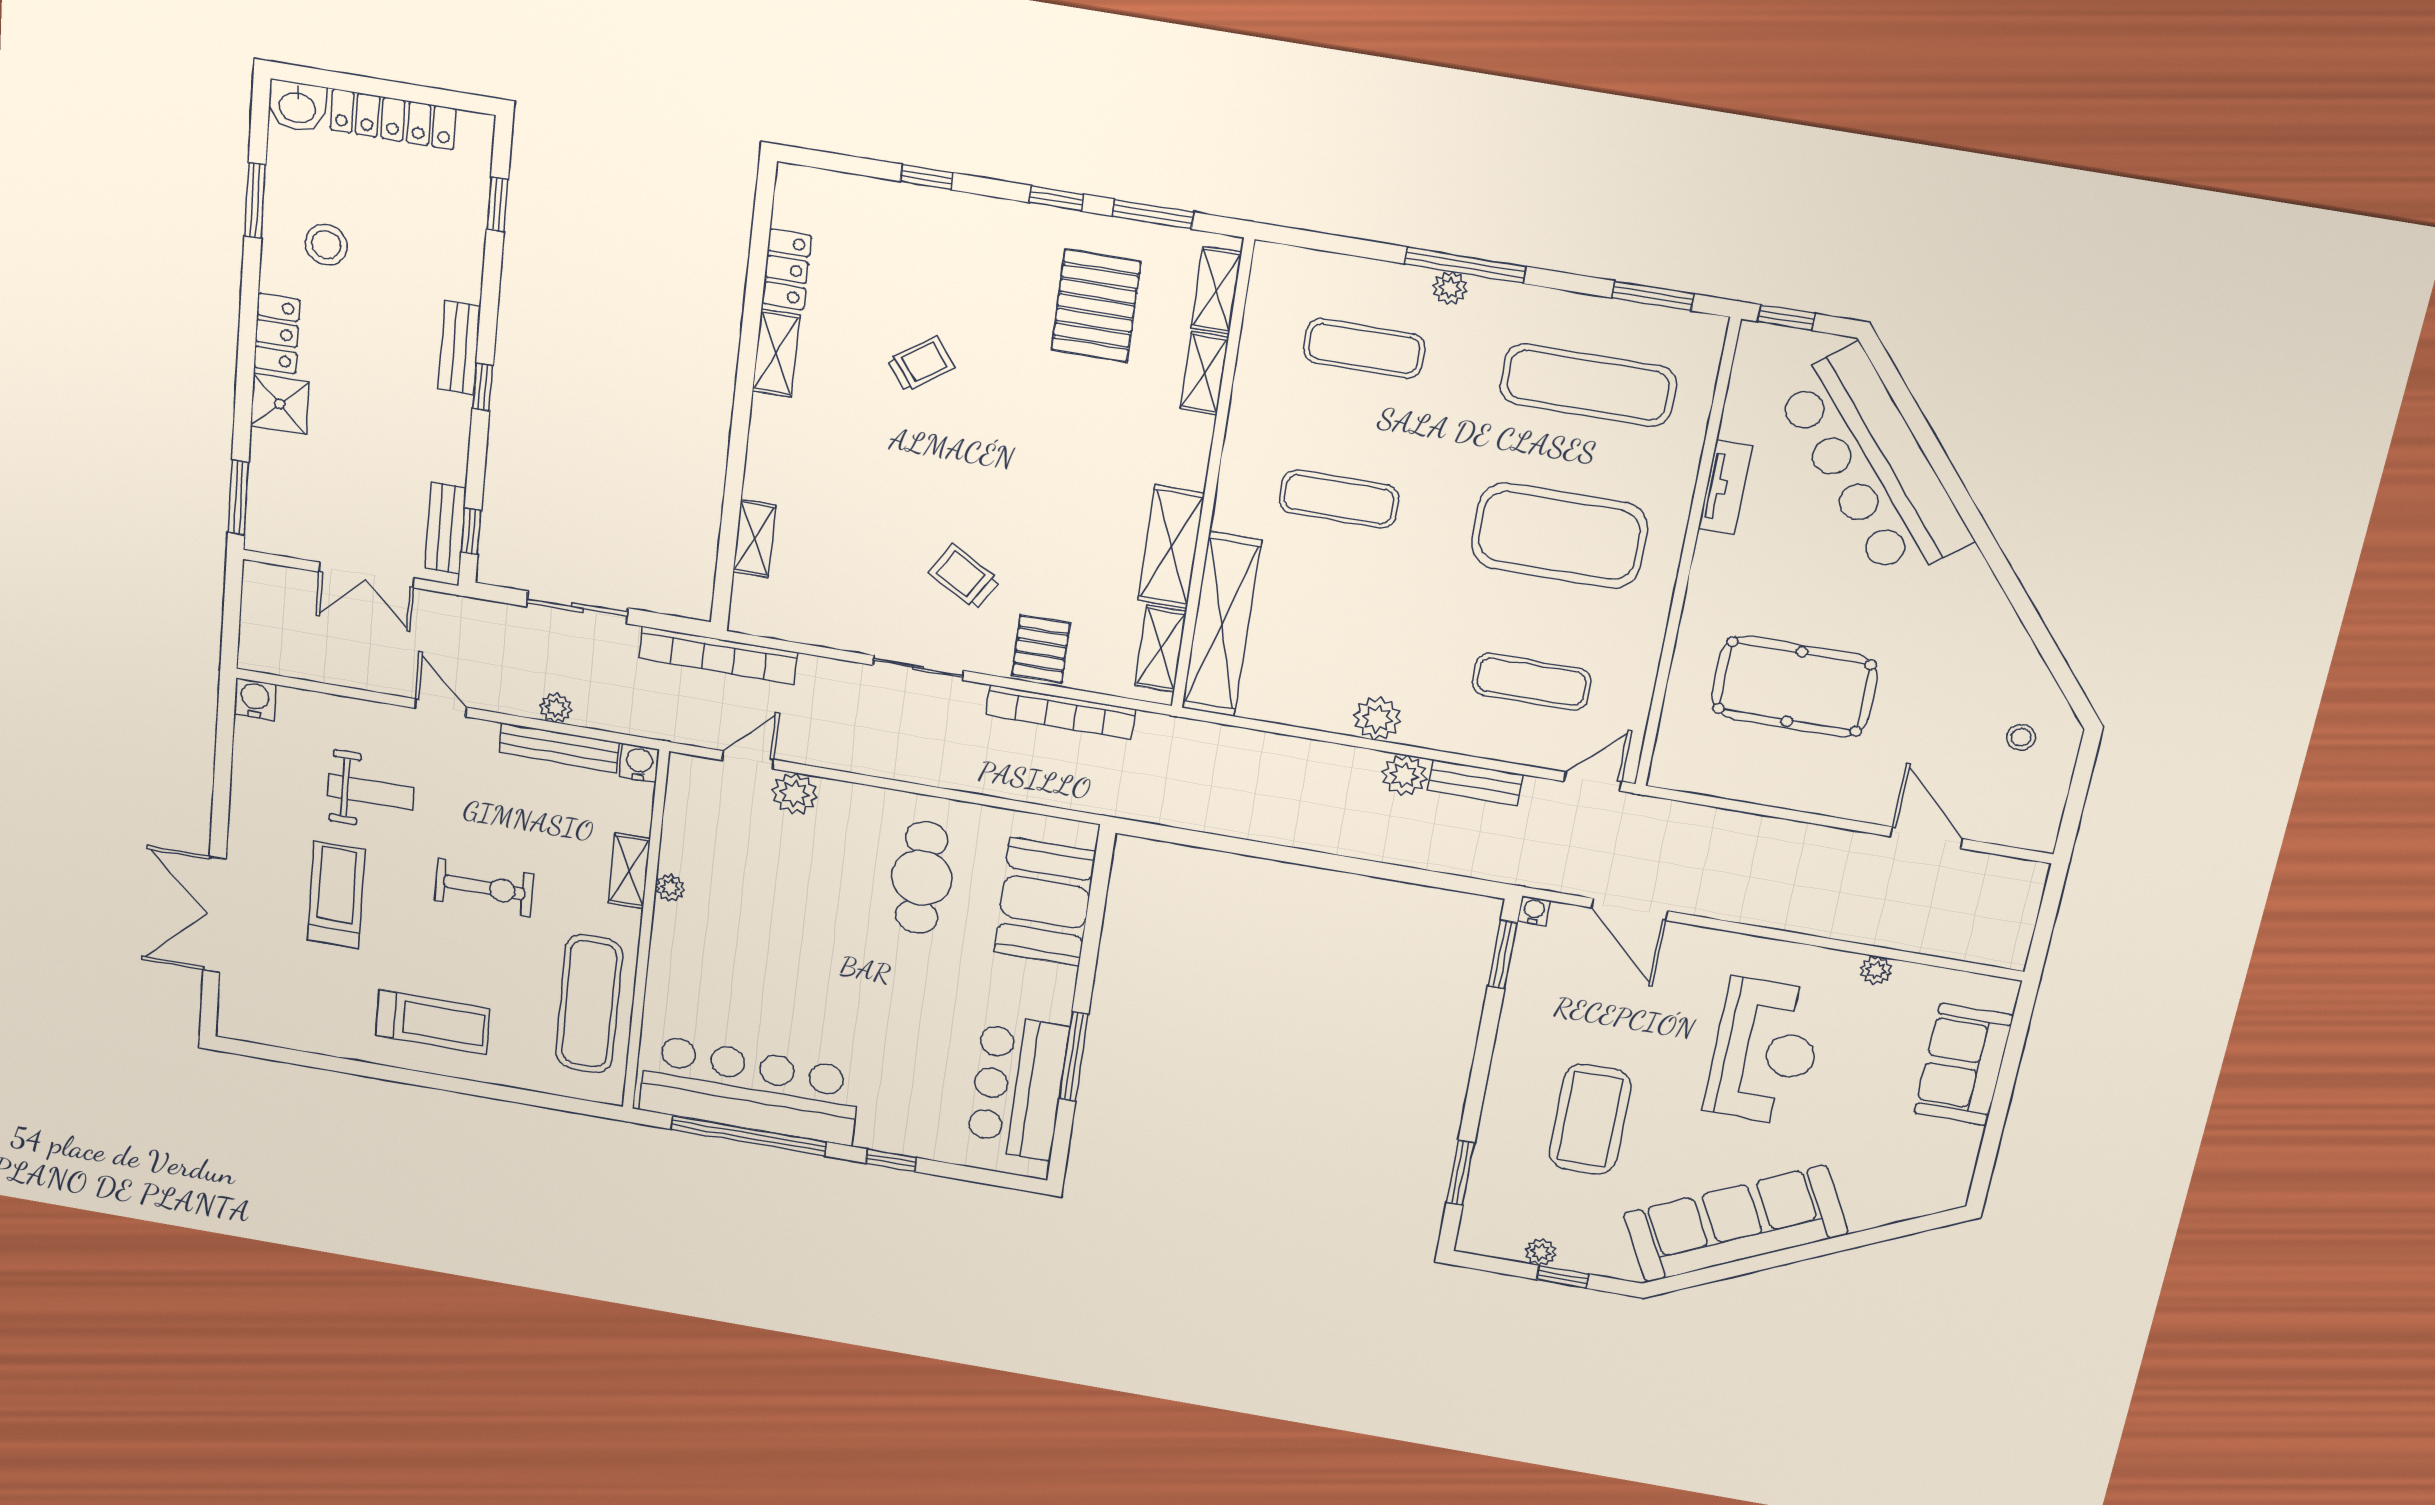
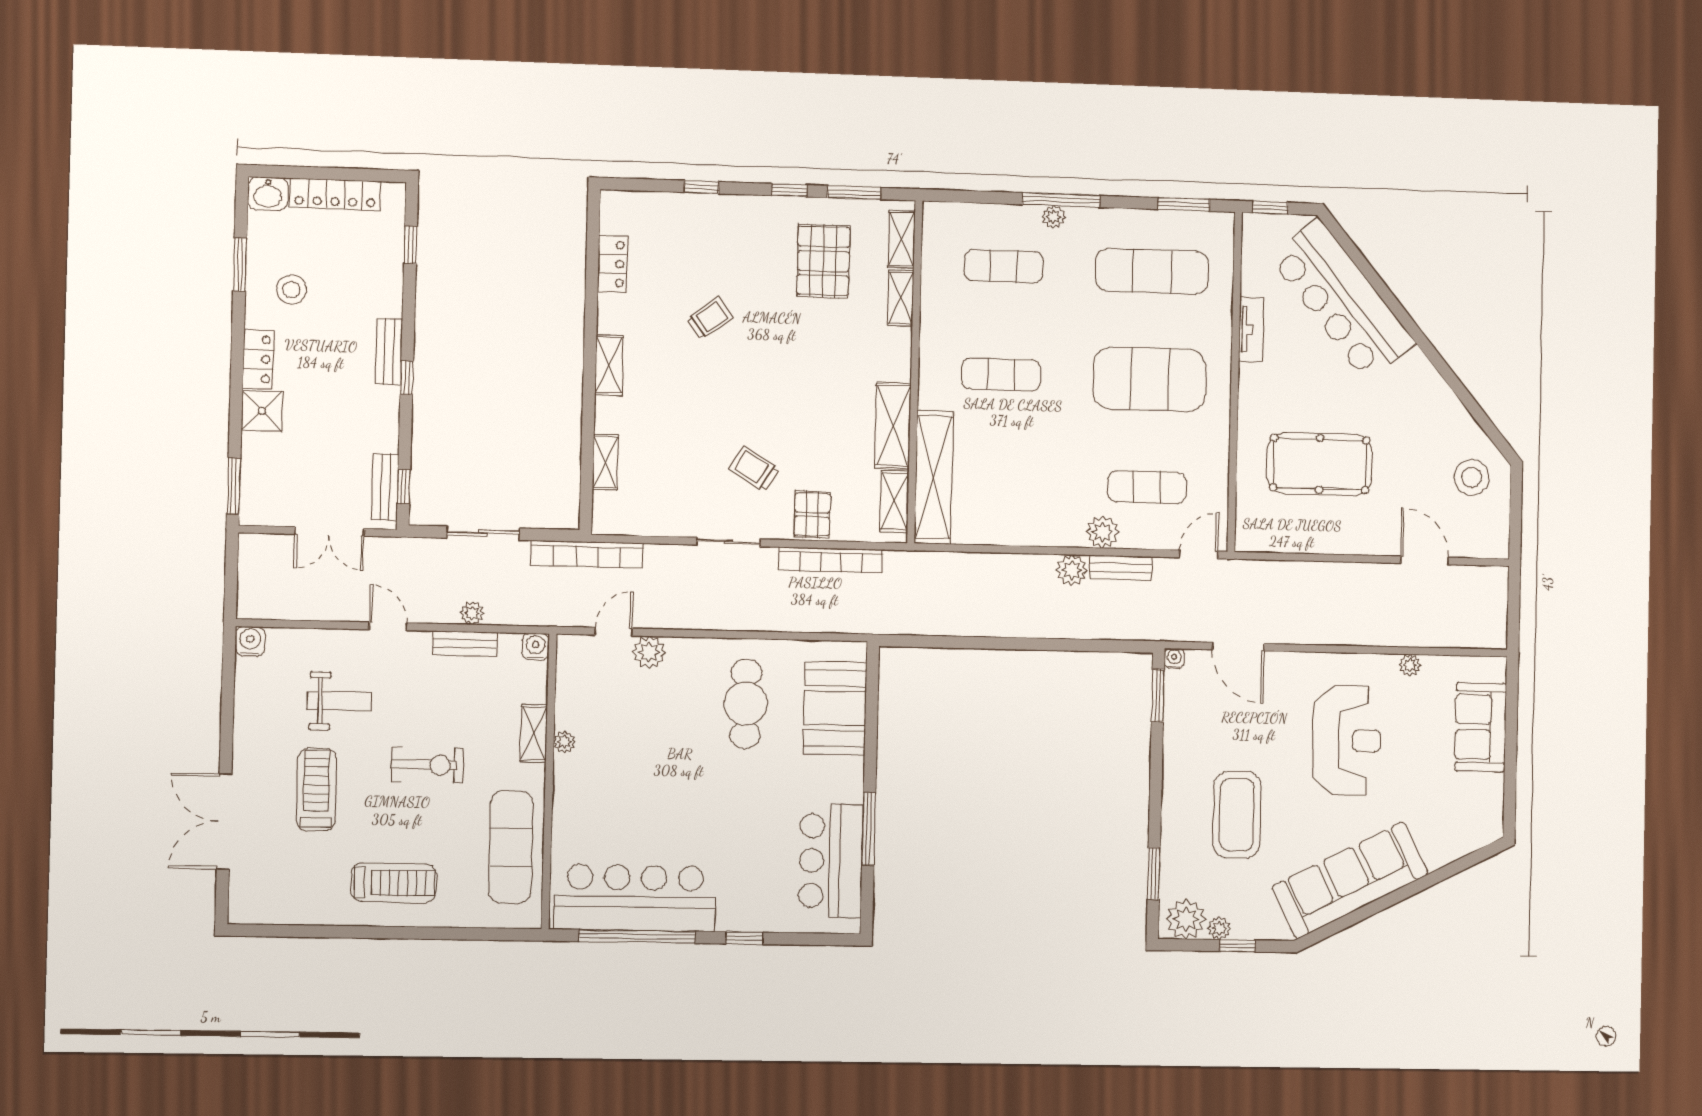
shelving: (776, 353) -> (609, 365), moved
plant: (1378, 719) -> (1102, 532), moved
stool: (2021, 737) -> (1472, 477), width x1.89, depth x1.89
bench: (559, 748) -> (465, 644), width x0.73
plant: (1496, 1234) -> (1186, 919), added

